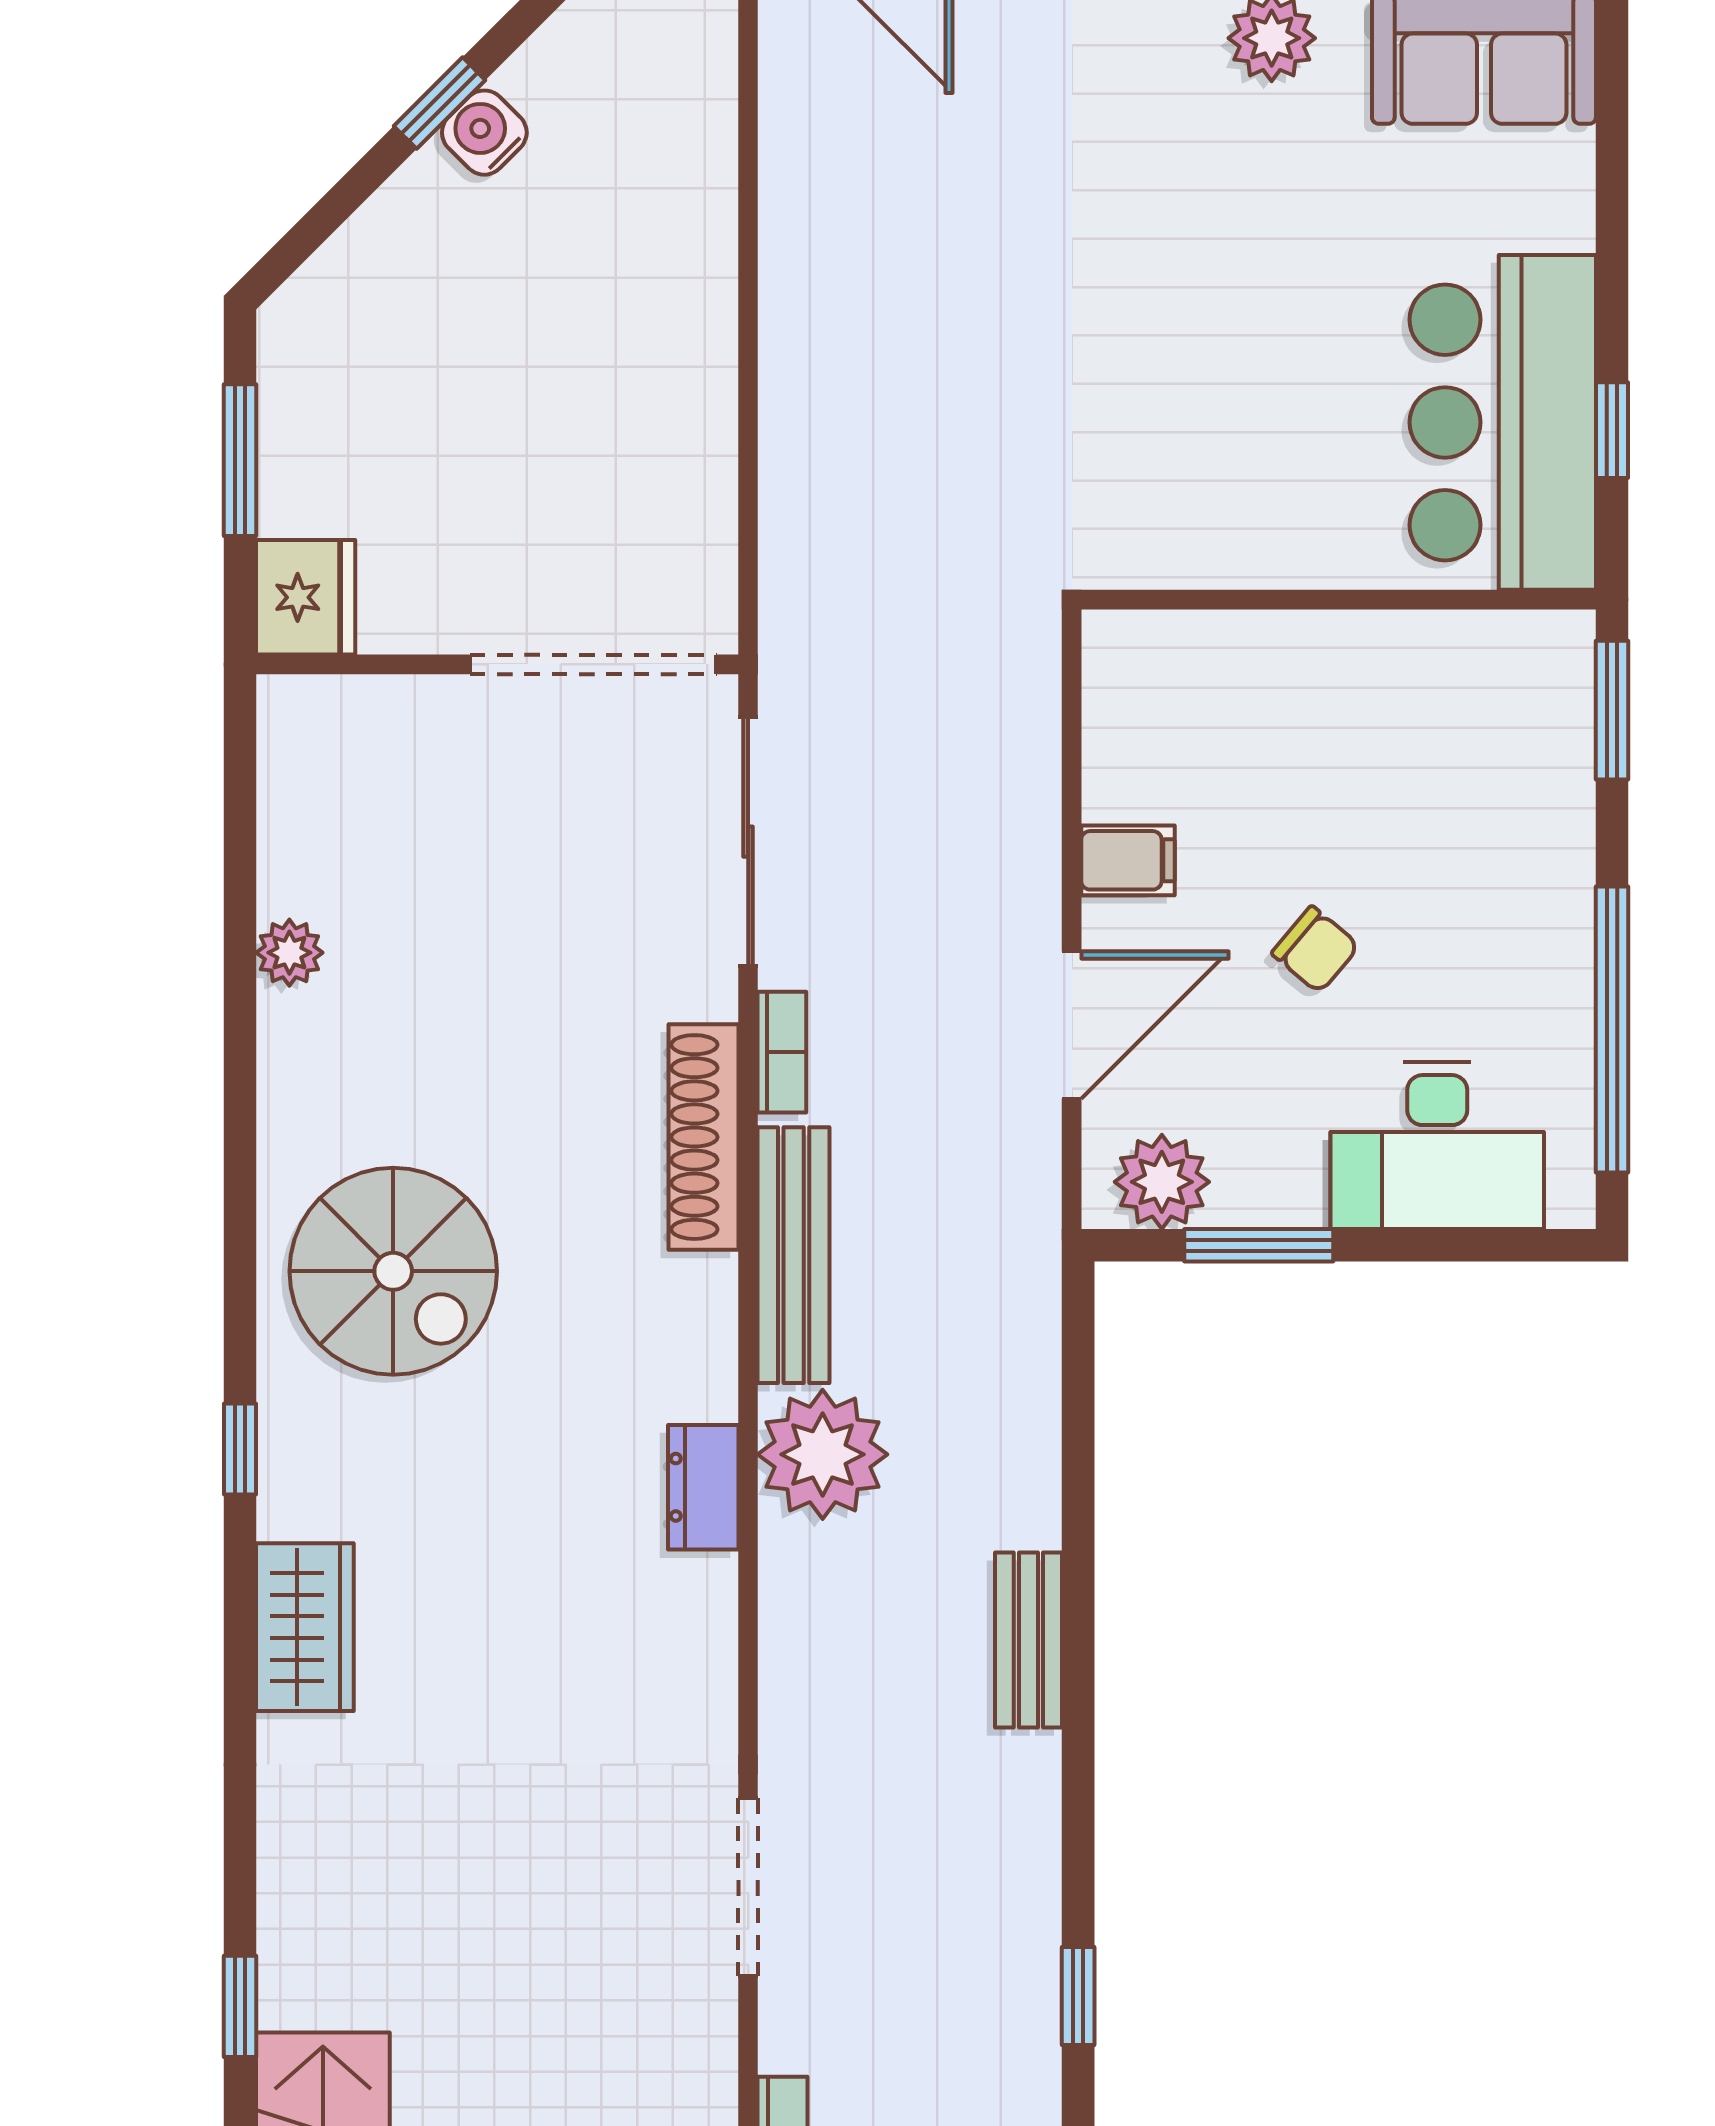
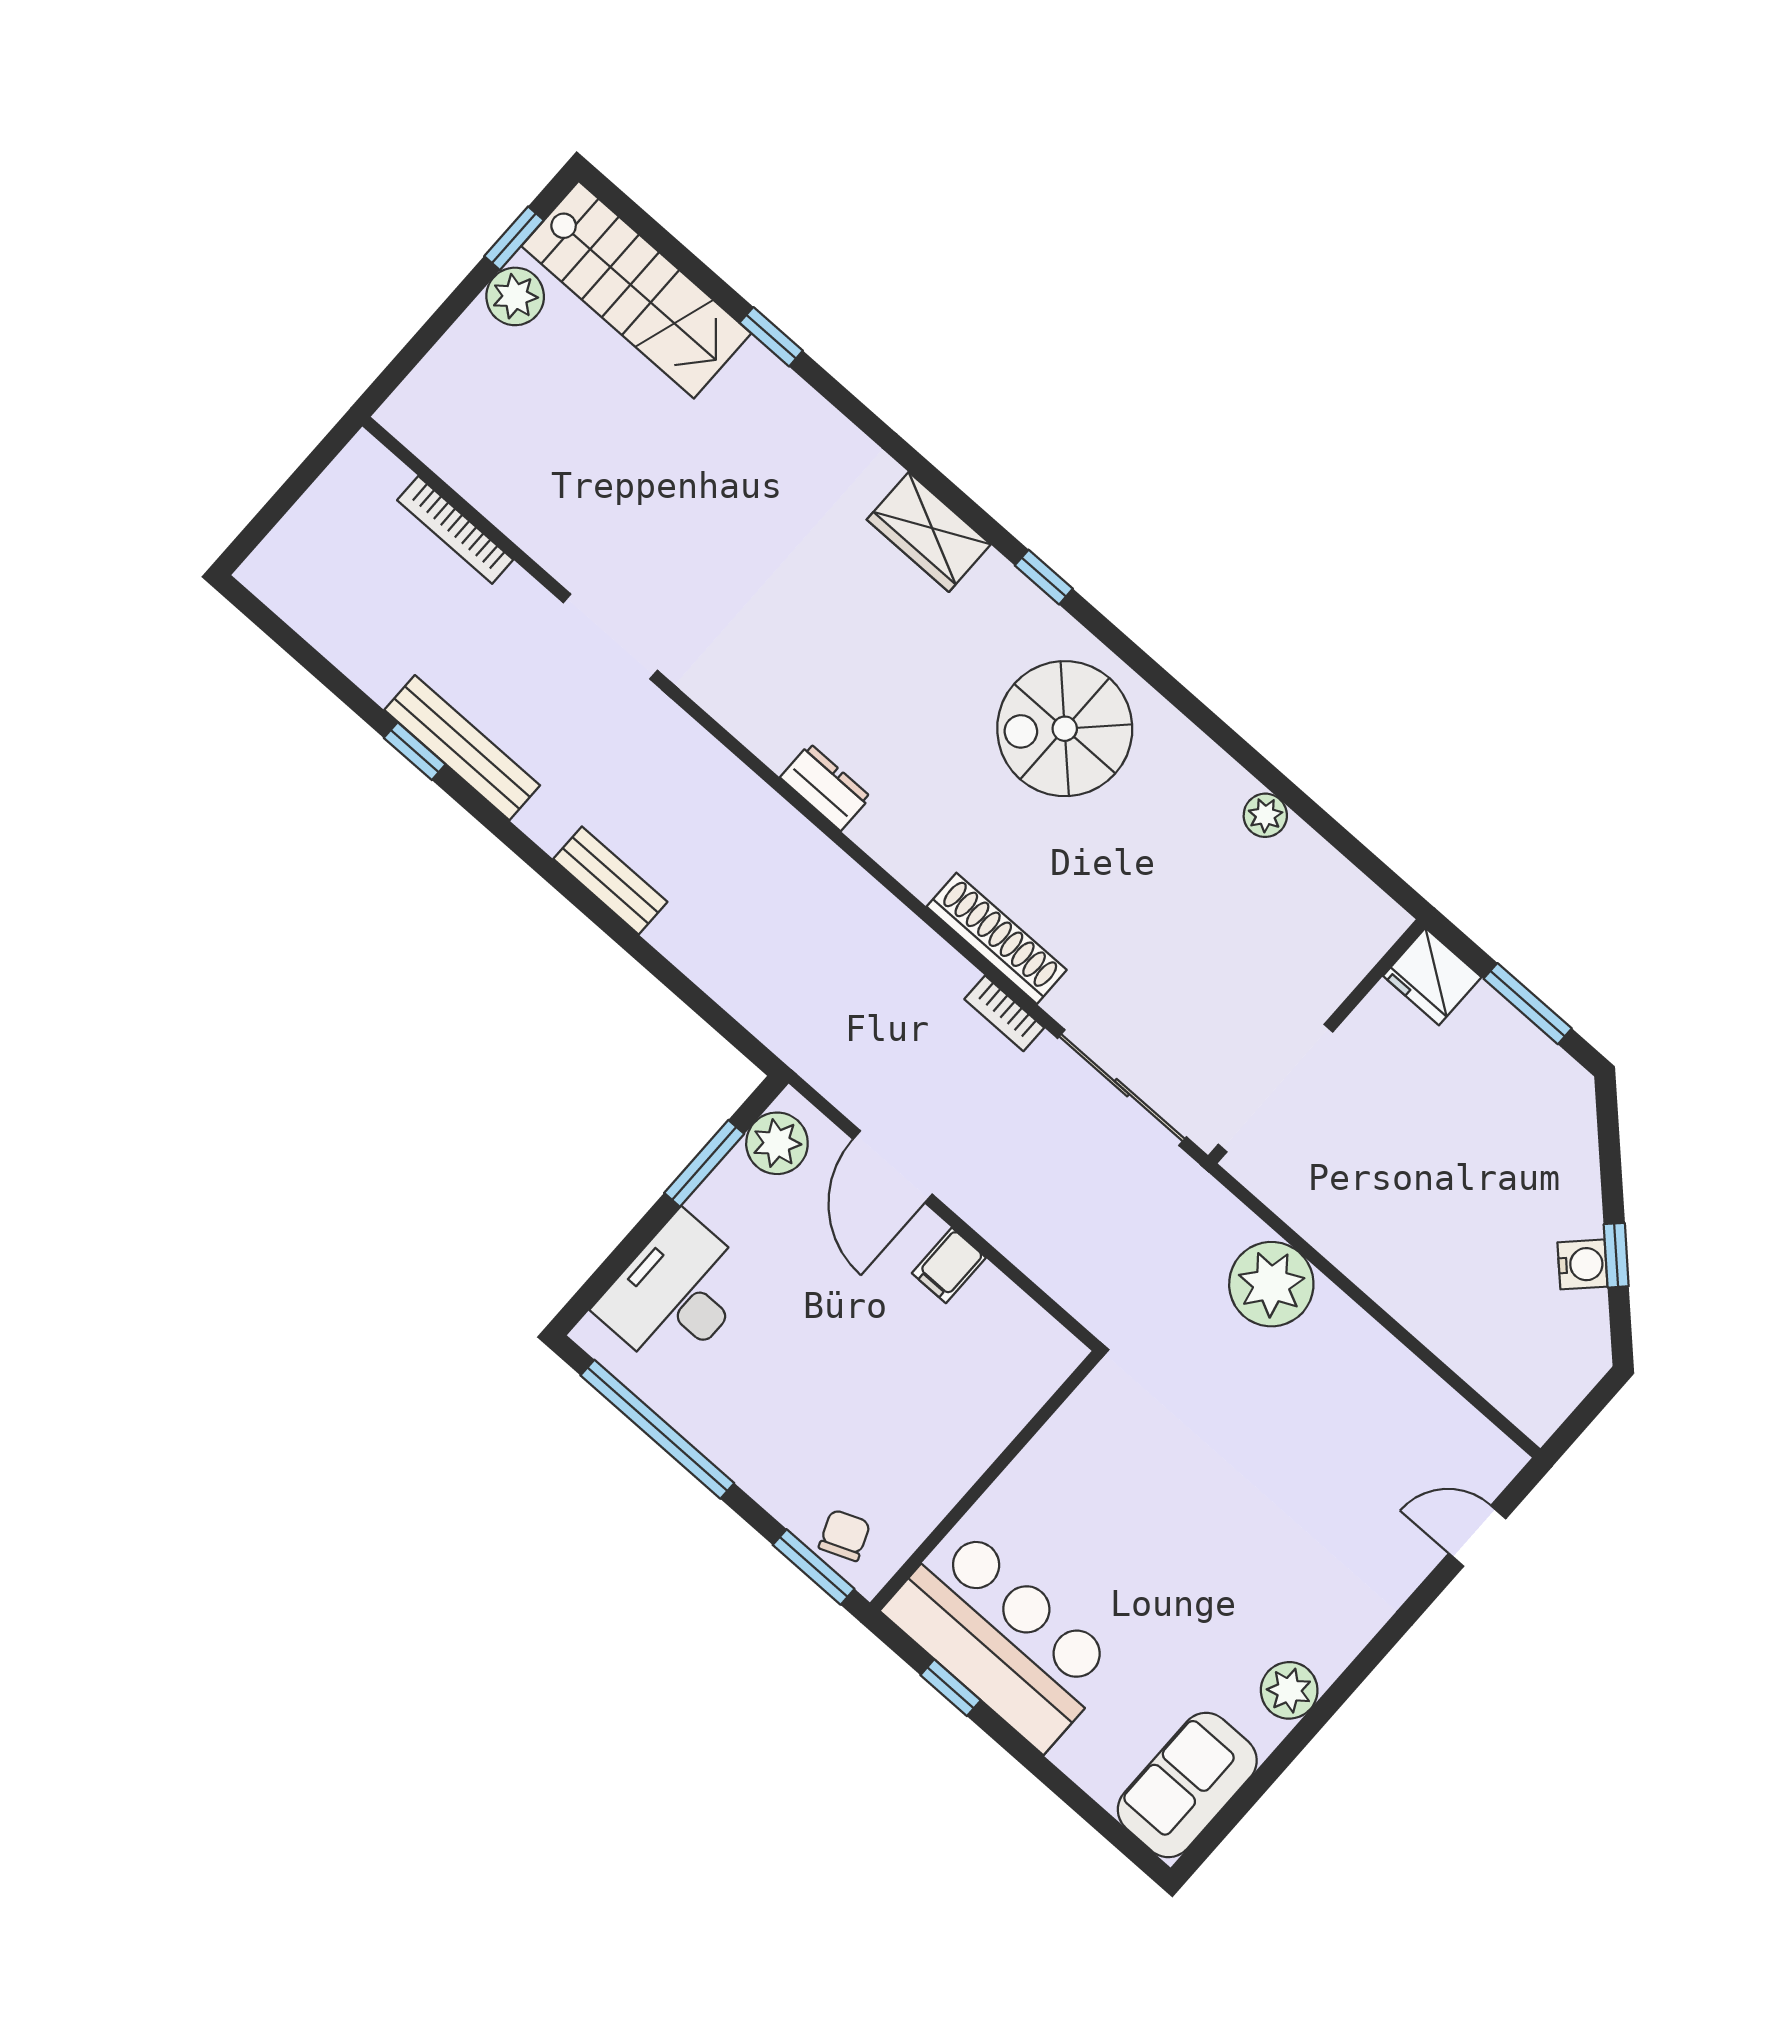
chair: (1315, 950) -> (845, 1535), moved, turned 118
bench: (794, 1255) -> (462, 748), moved
plant: (823, 1454) -> (1271, 1284), moved

